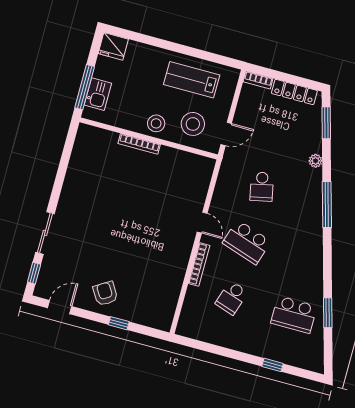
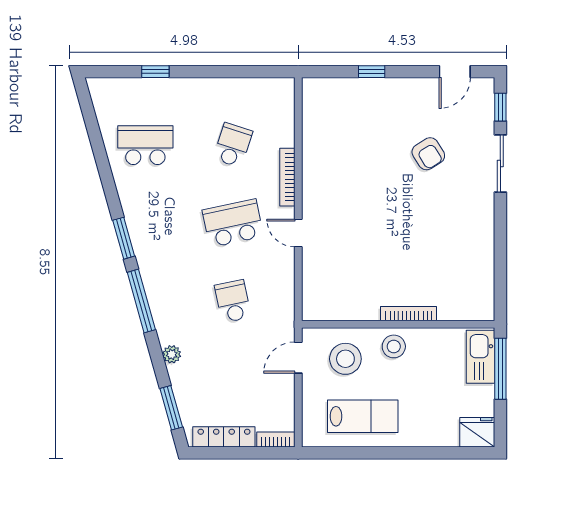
kitchen sink: (98, 94) -> (481, 357), width x1.38
school desk: (247, 242) -> (233, 223), turned -30
armchair: (105, 294) -> (428, 154), moved
window: (328, 313) -> (124, 238), moved

